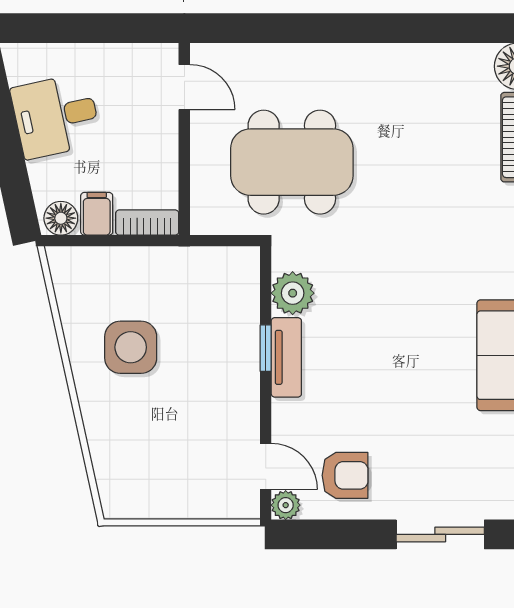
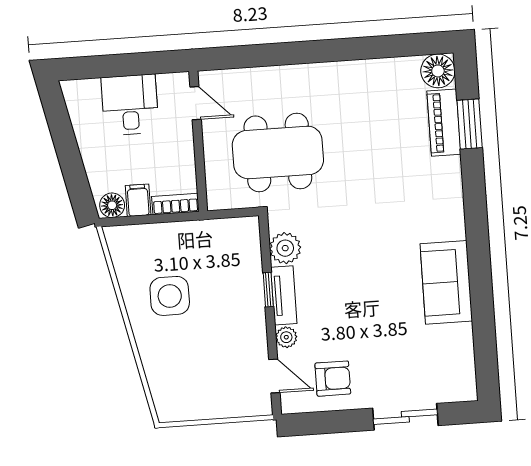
desk: (56, 116) -> (130, 105), moved, turned 102
plant: (286, 505) -> (286, 337), moved

